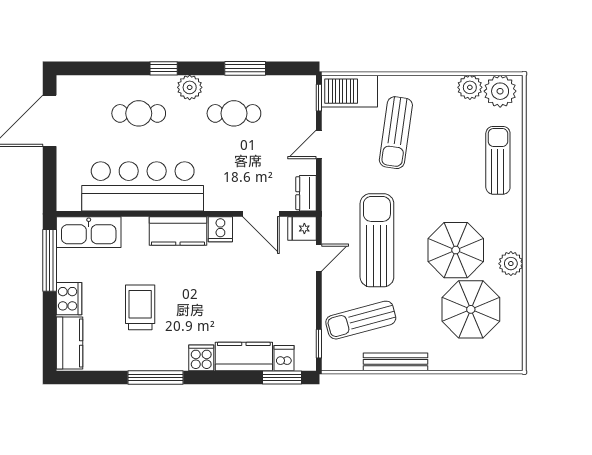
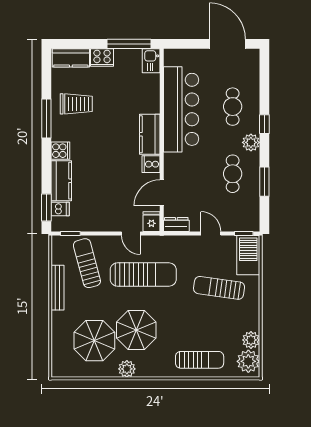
kitchen sink: (89, 232) -> (151, 61), width x0.53, depth x0.81
trolley: (140, 307) -> (76, 104), moved

